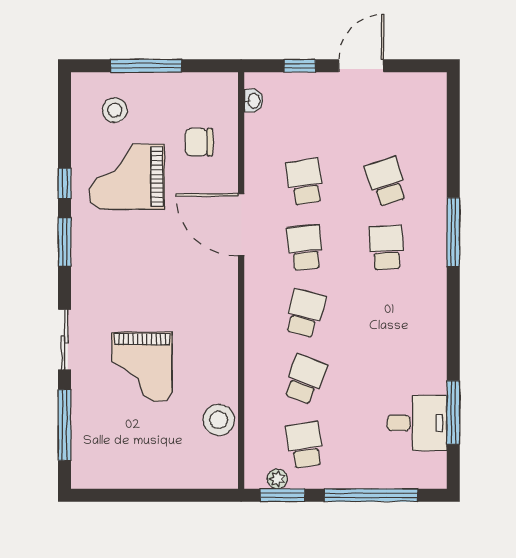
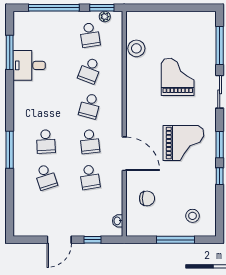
grand piano: (127, 177) -> (183, 143), moved
desk: (417, 423) -> (29, 65), moved

